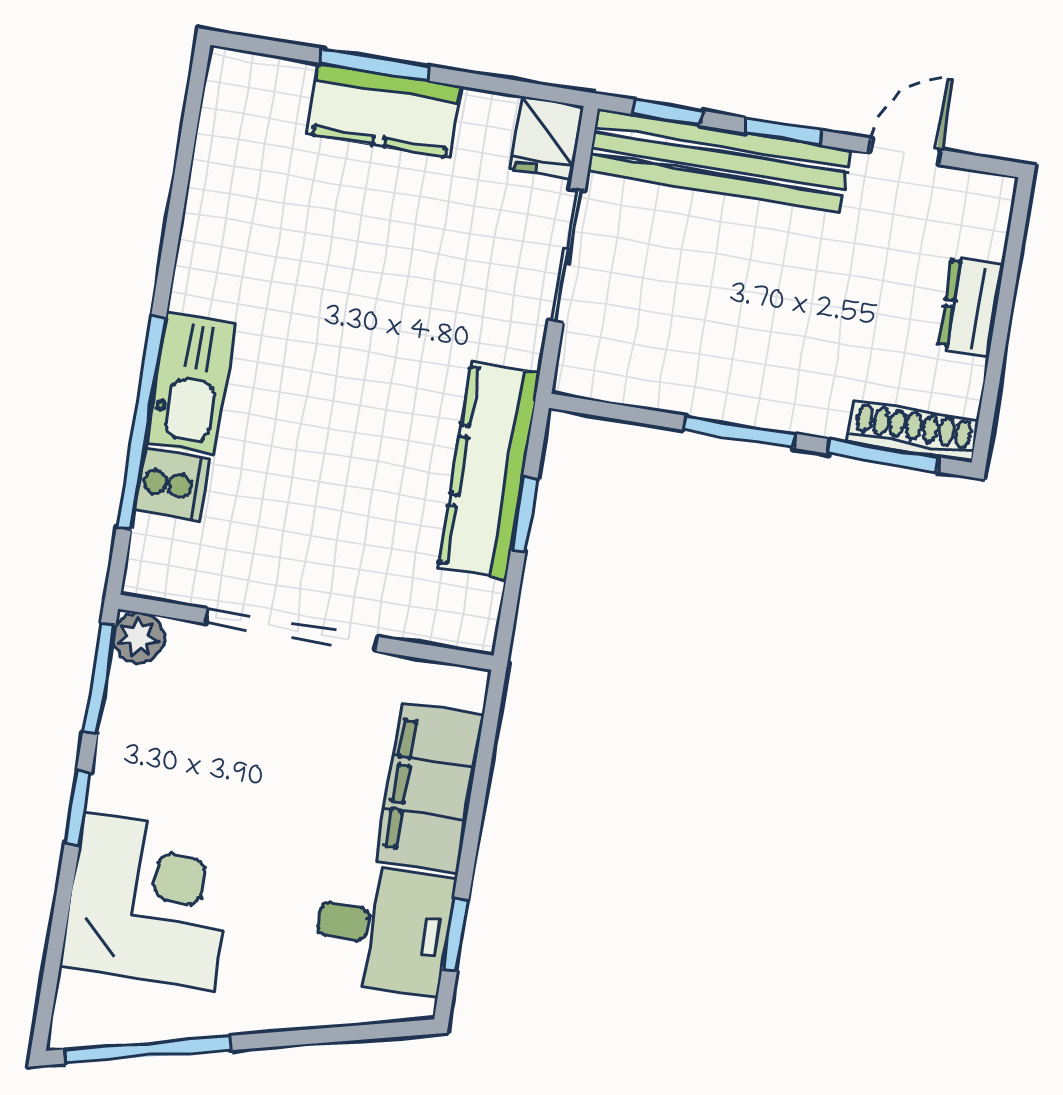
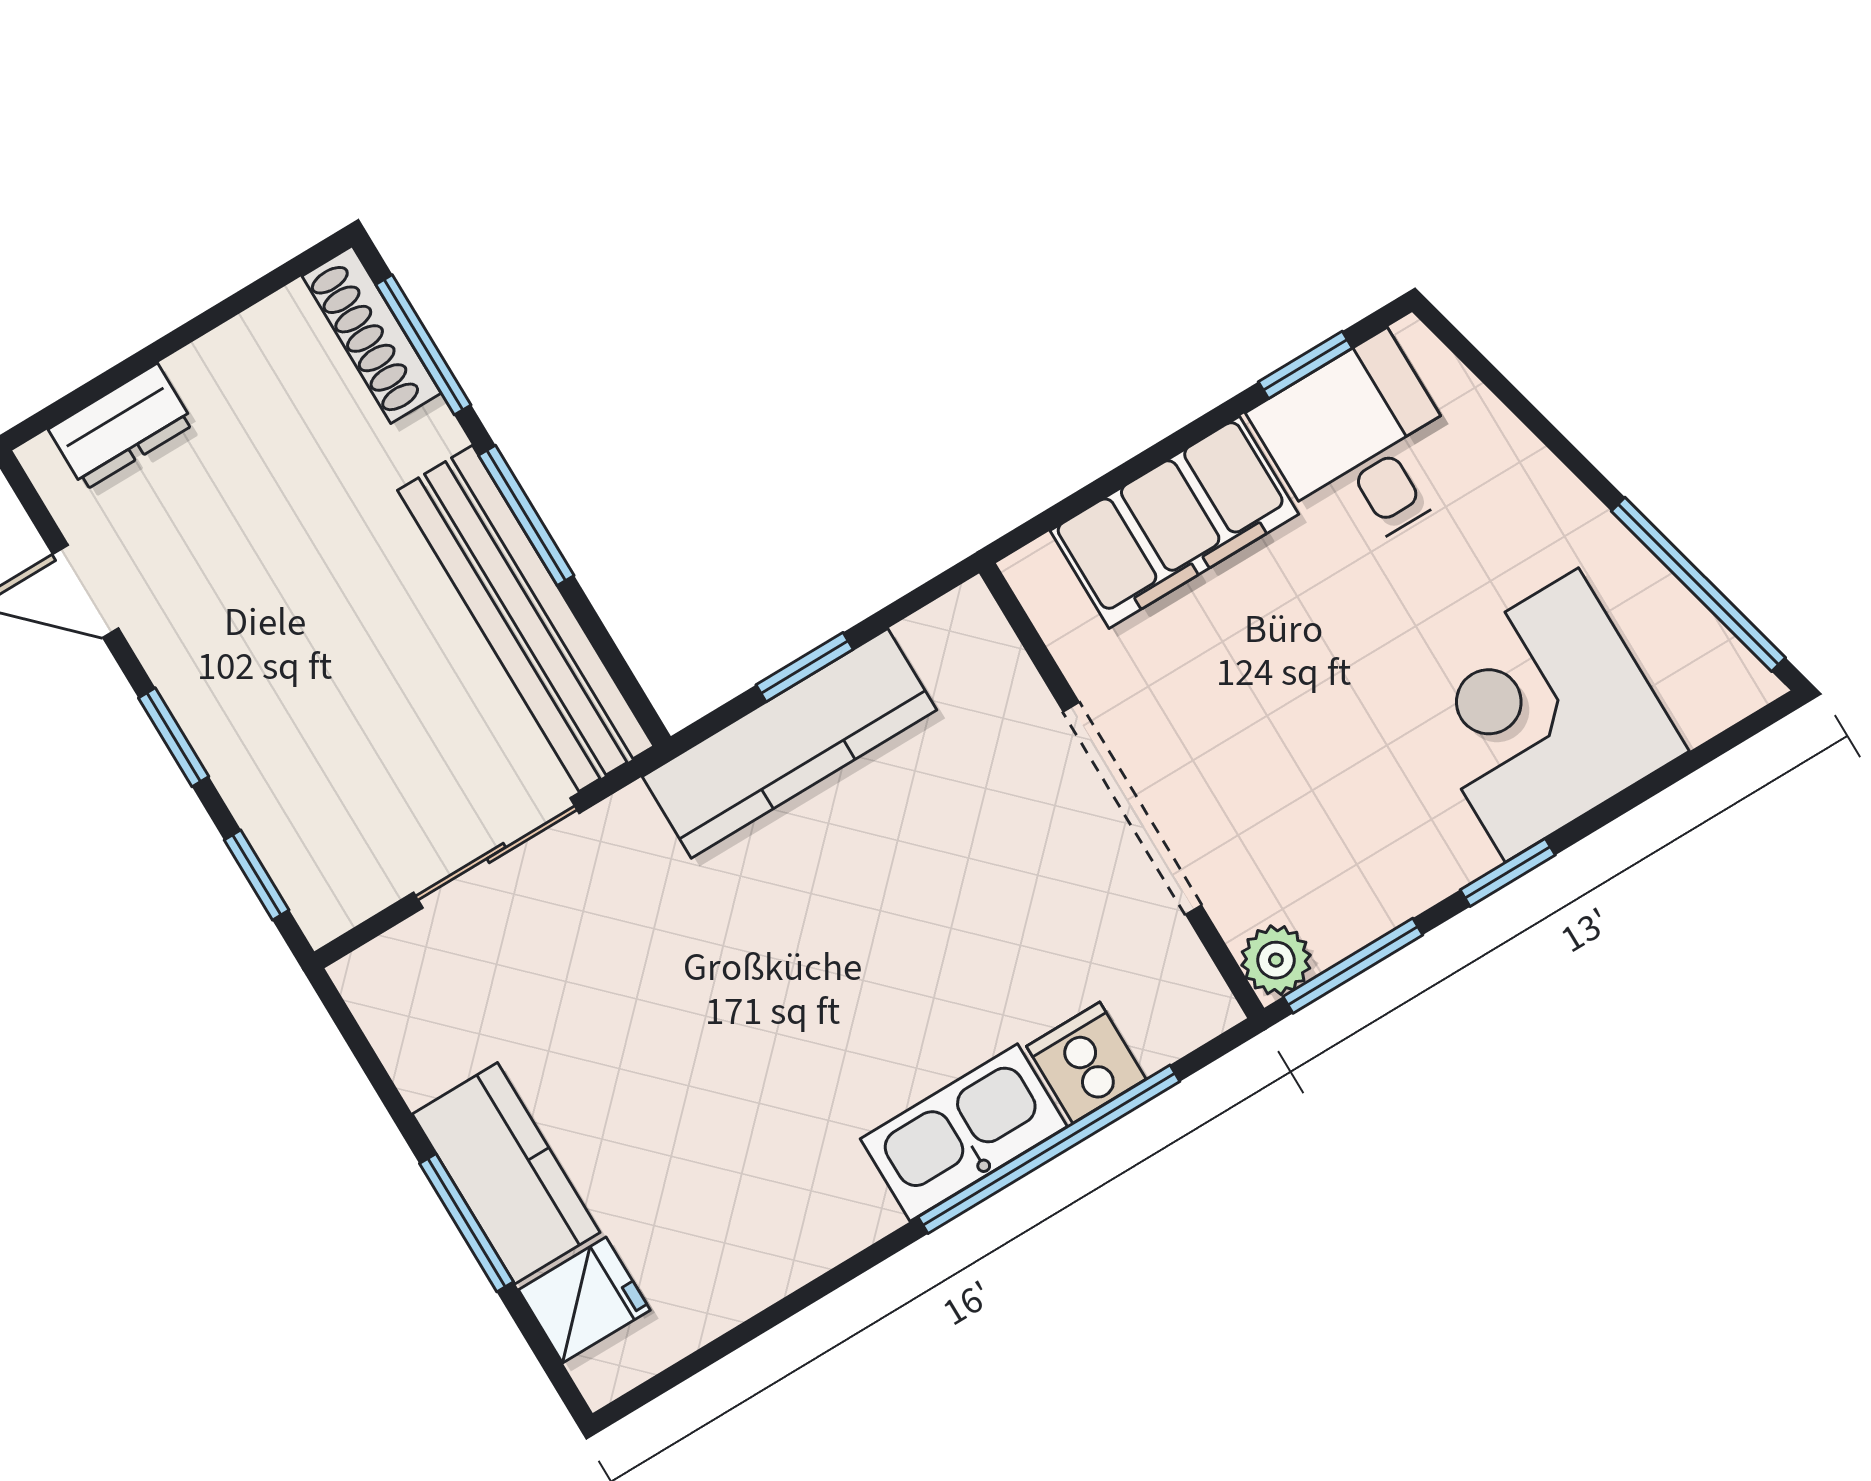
fridge: (547, 138) -> (584, 1300), moved
bench: (719, 161) -> (526, 618), moved
dresser: (971, 306) -> (121, 427), moved

